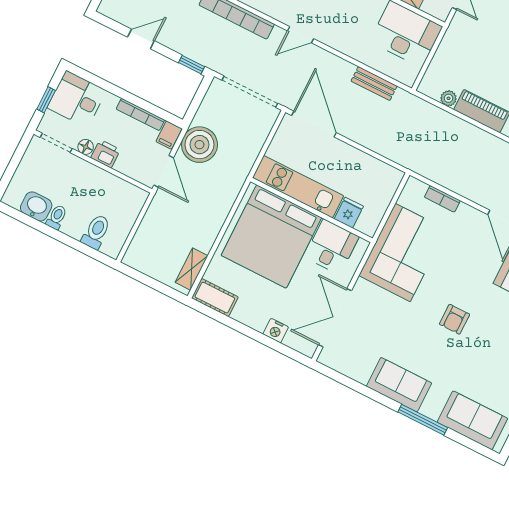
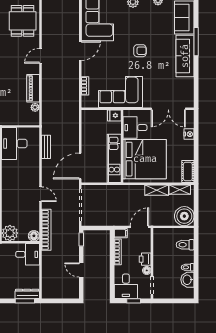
boiler: (199, 145) -> (184, 216), moved
fridge: (349, 213) -> (114, 115), moved
shelving: (210, 230) -> (157, 190), added
sofa: (399, 385) -> (185, 56), width x1.36

